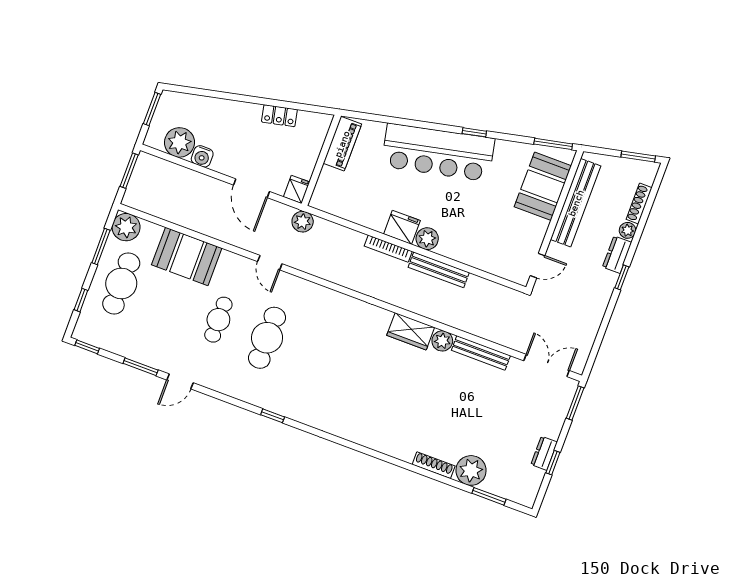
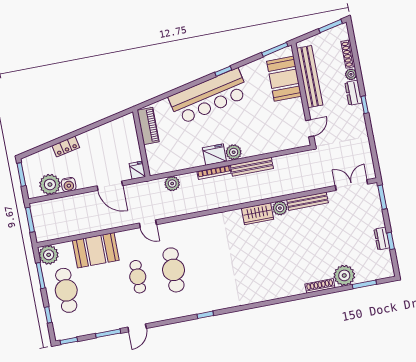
locker: (279, 116) -> (66, 147), moved
plant: (303, 222) -> (172, 184), moved

